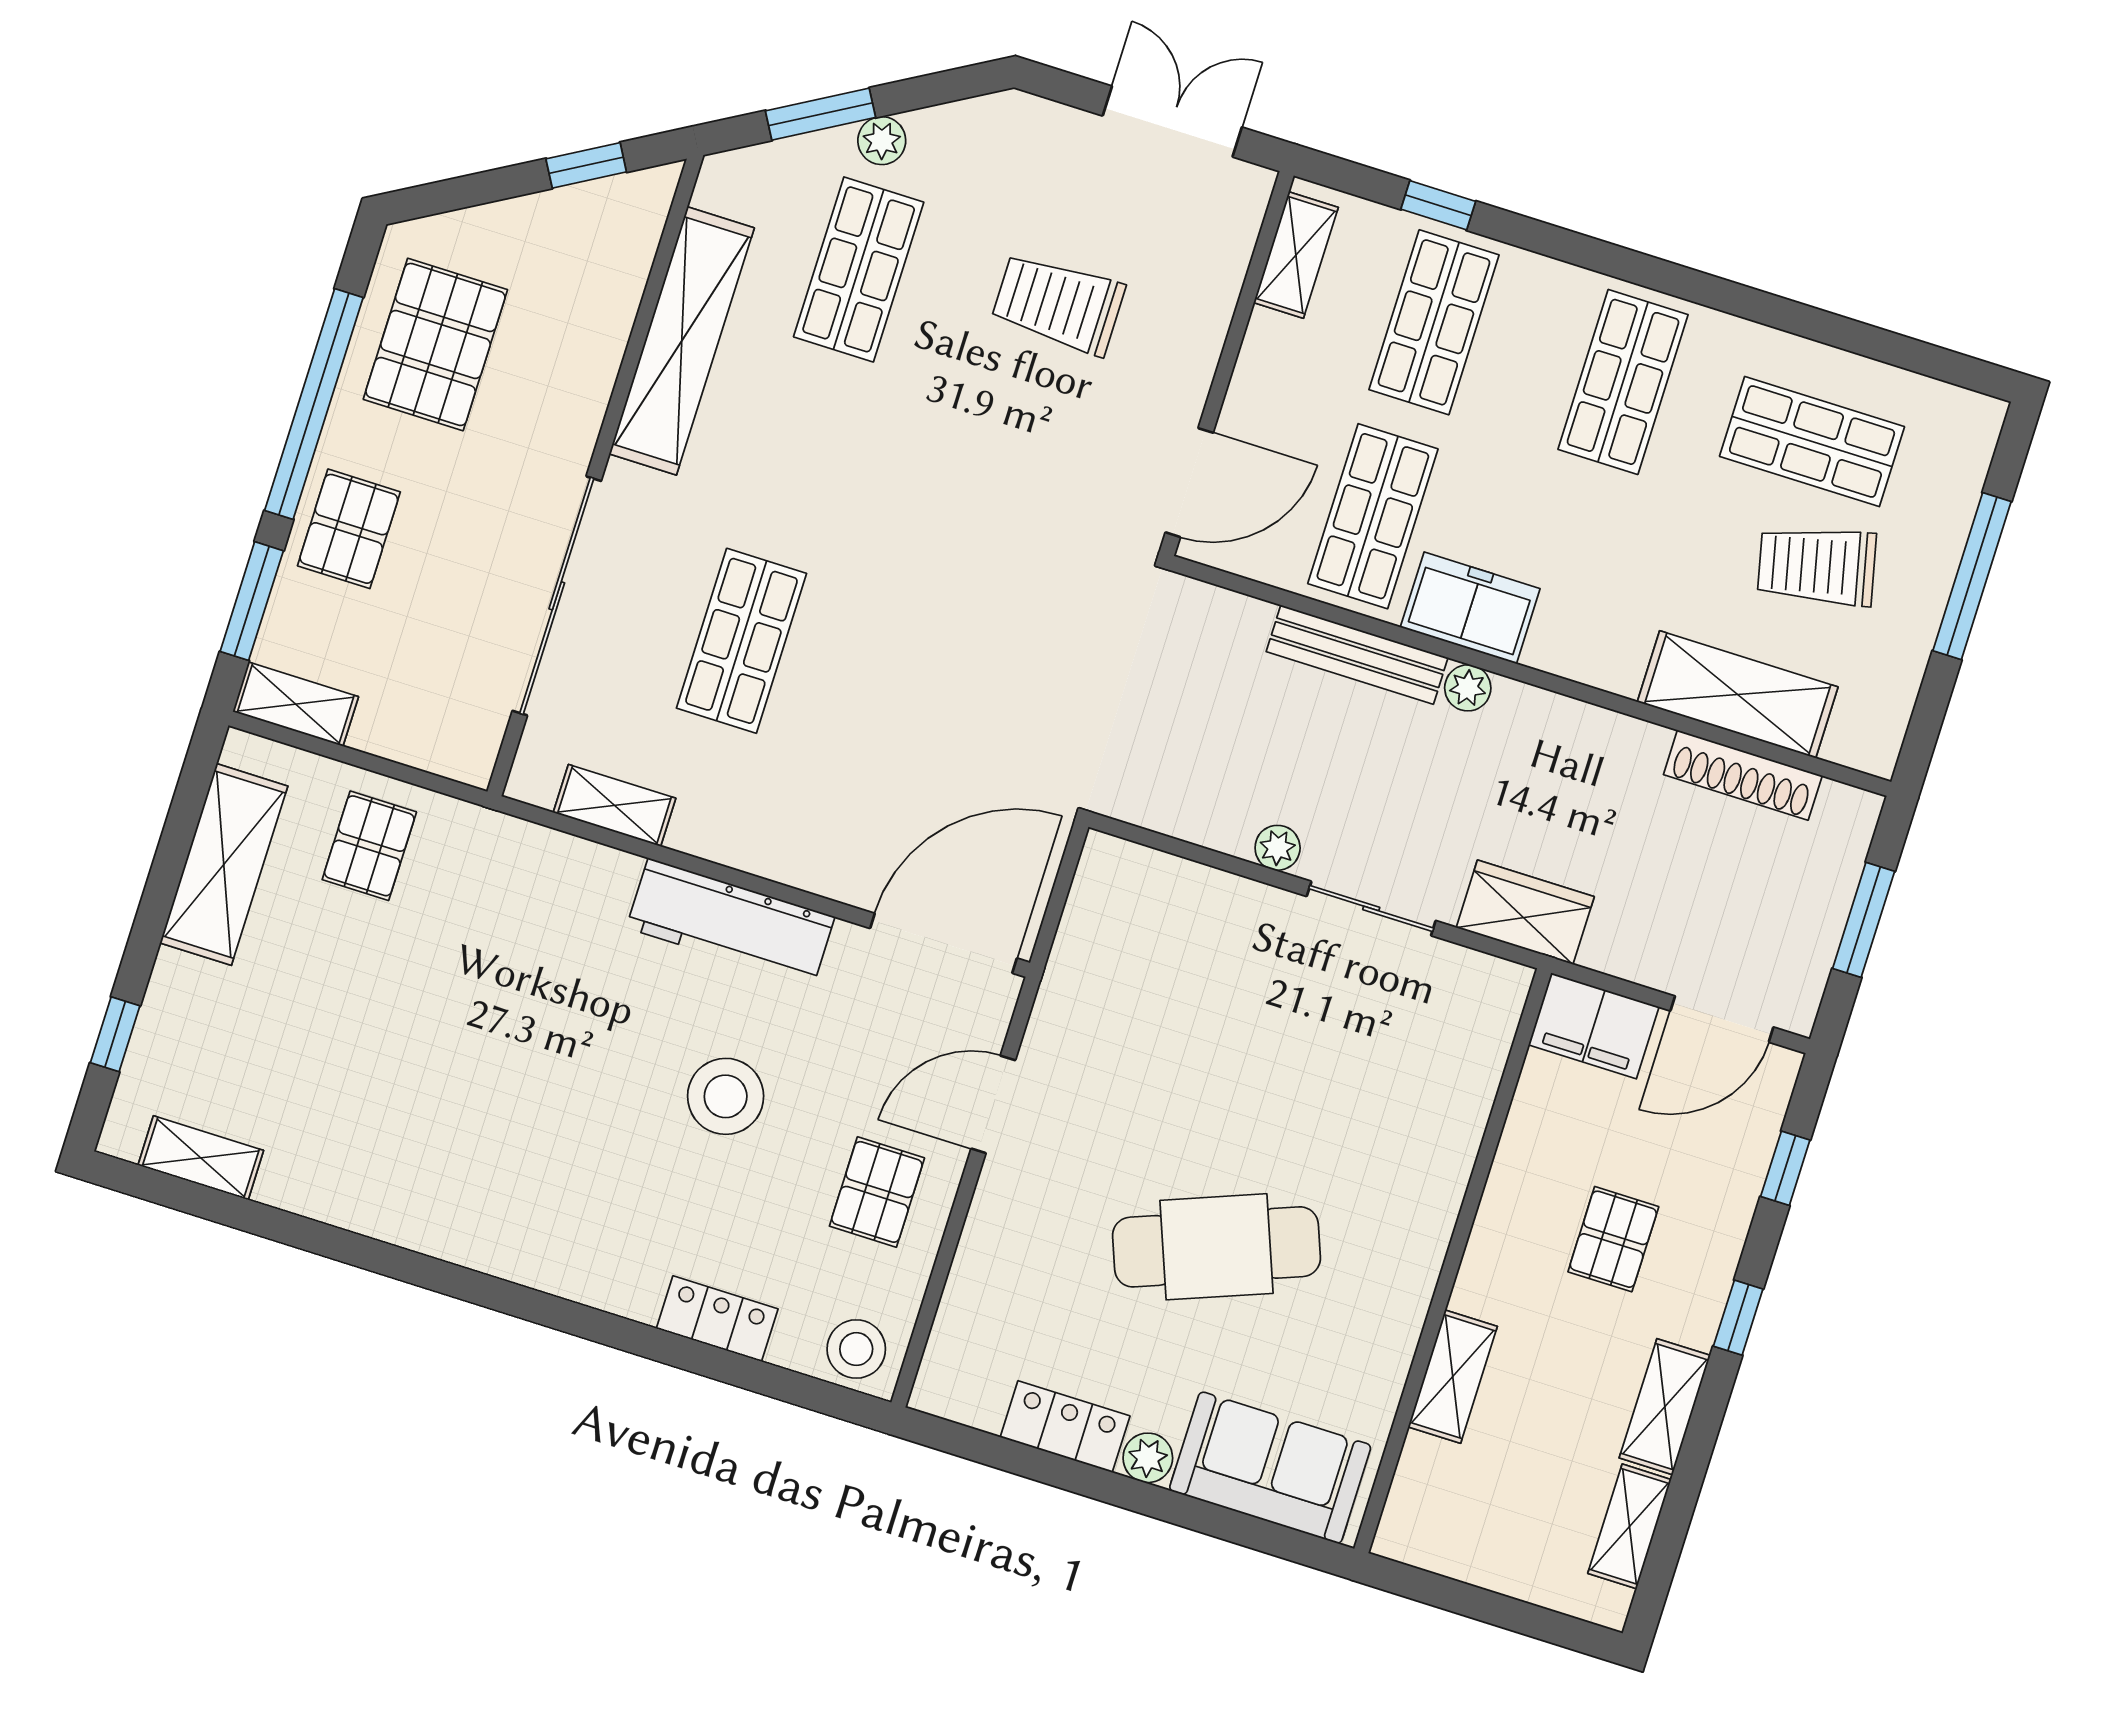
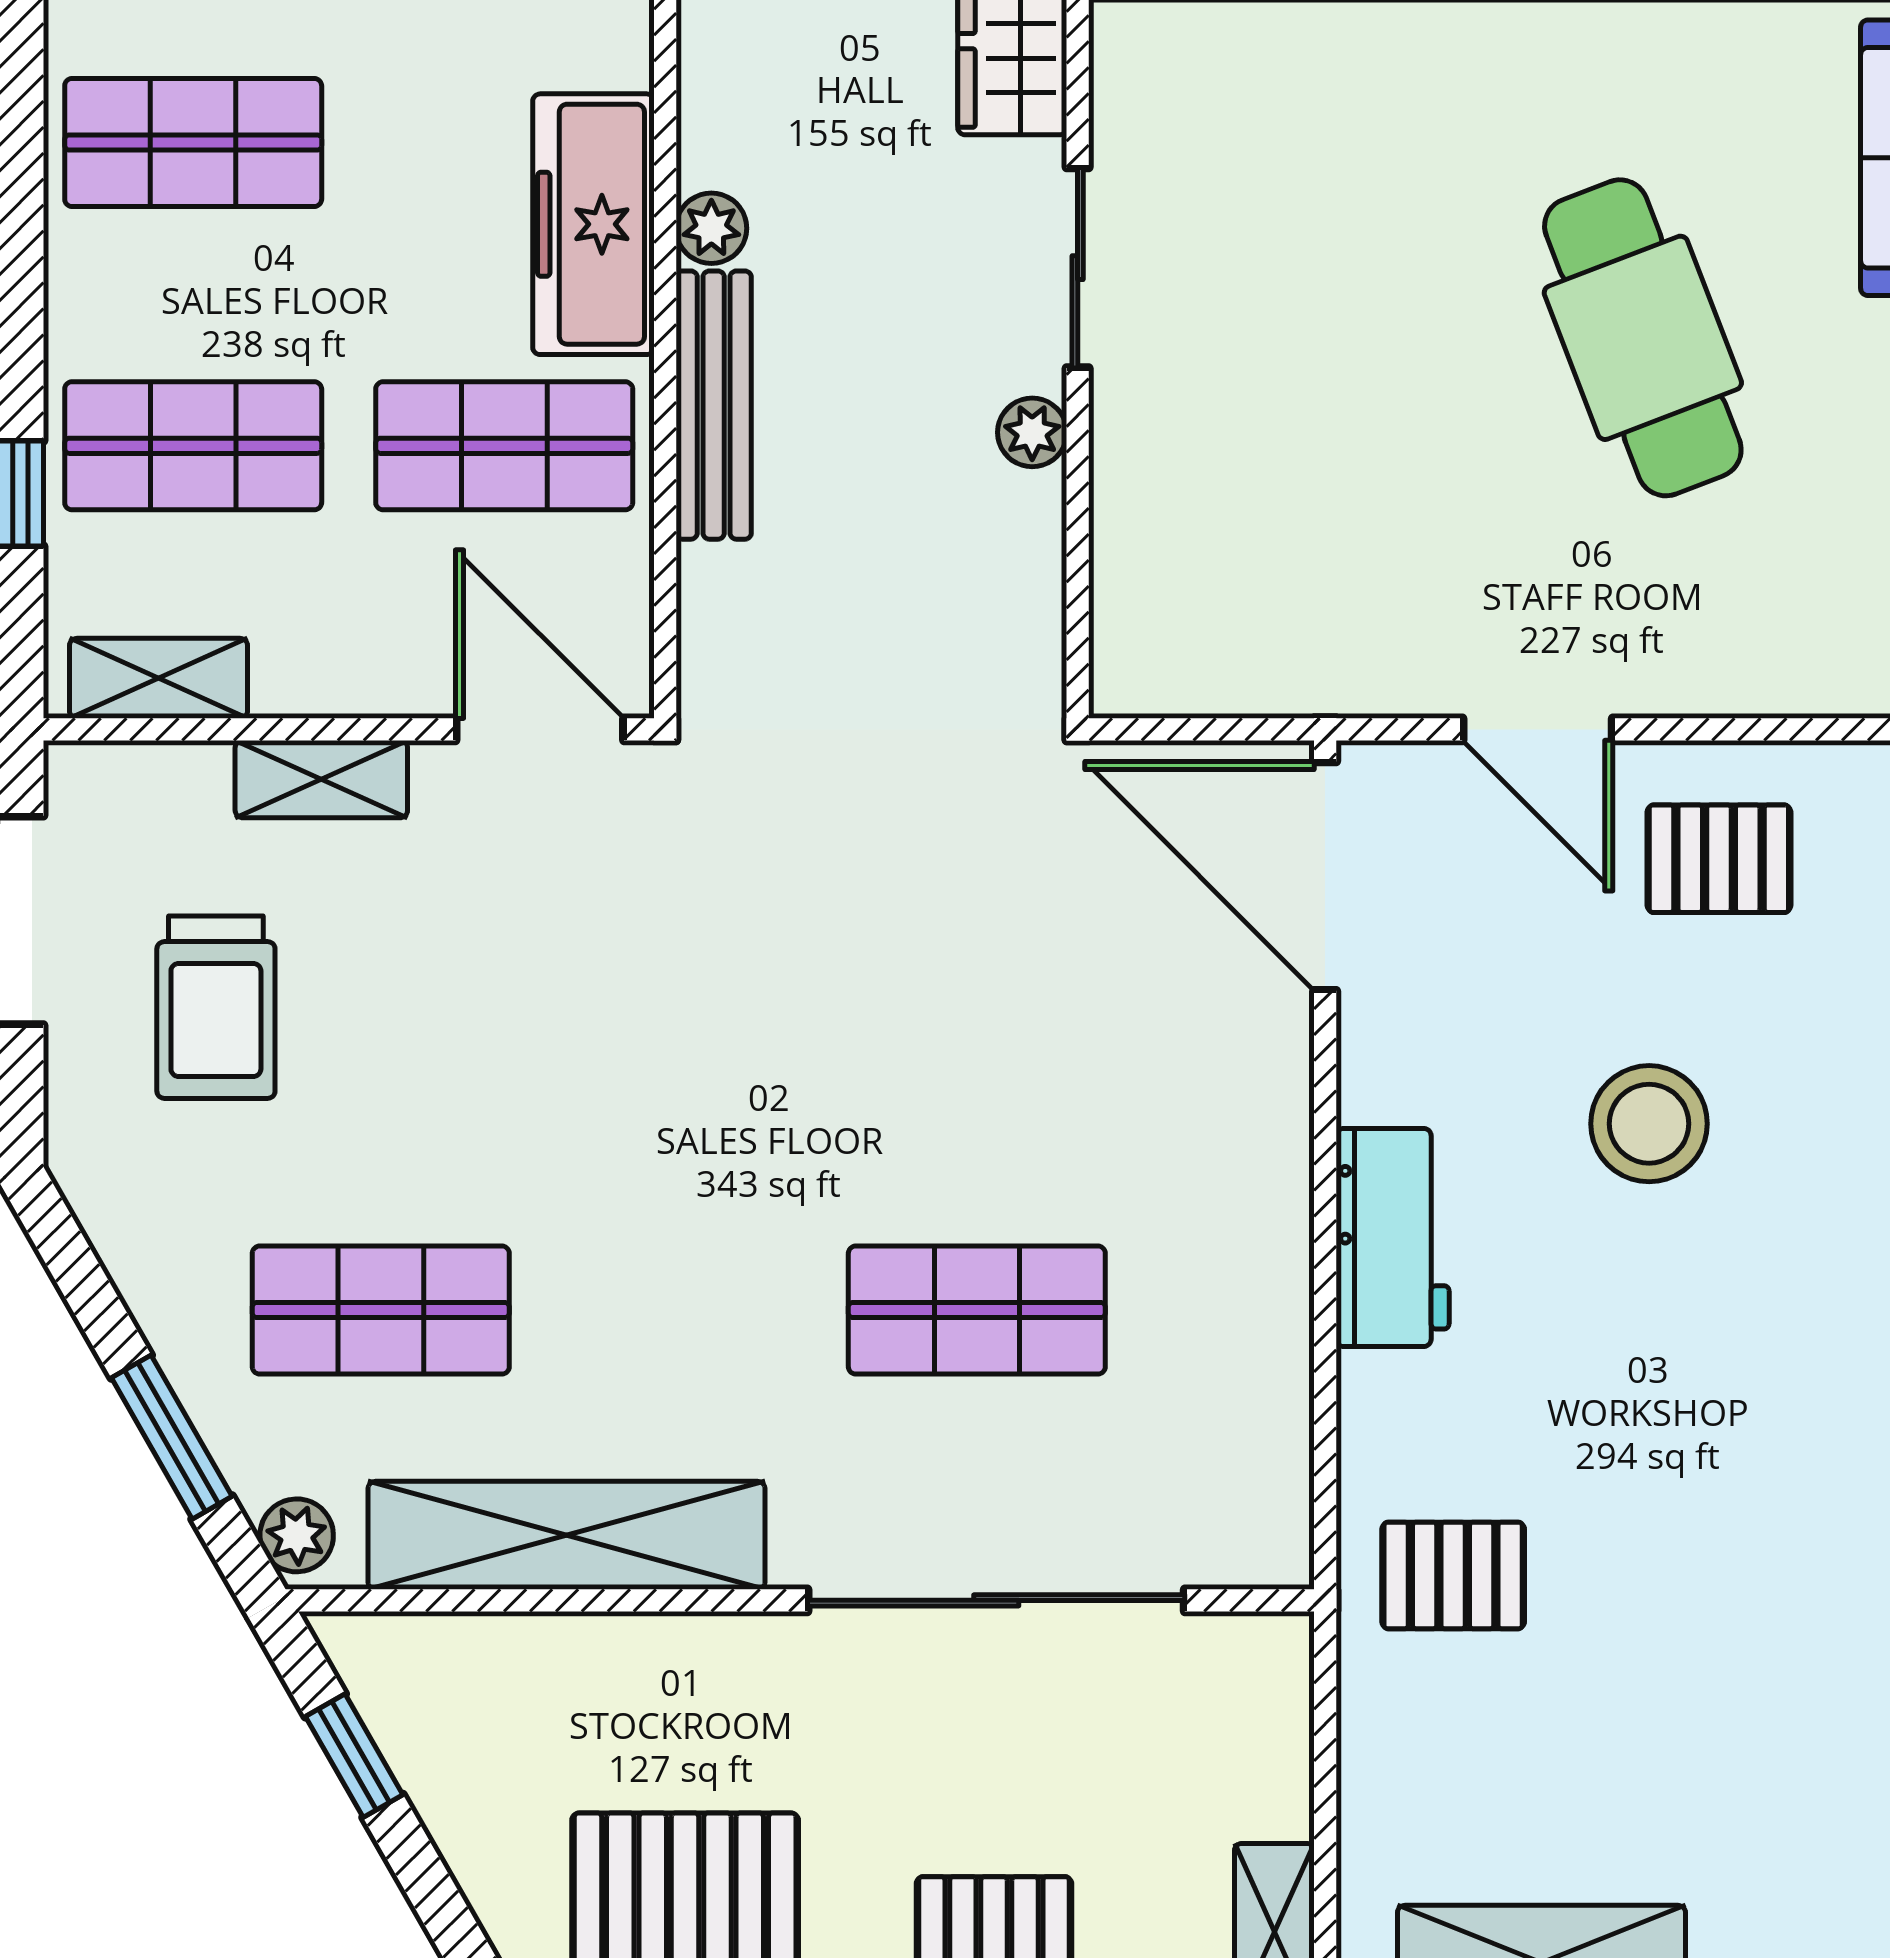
plant: (882, 141) -> (297, 1535), moved
trolley: (1058, 304) -> (216, 1007), moved
freezer: (1470, 608) -> (593, 224), width x1.40
shelving: (614, 805) -> (321, 779), moved, turned 90
pallet: (369, 846) -> (1453, 1575), moved
workbench: (731, 922) -> (1393, 1237), width x0.73

